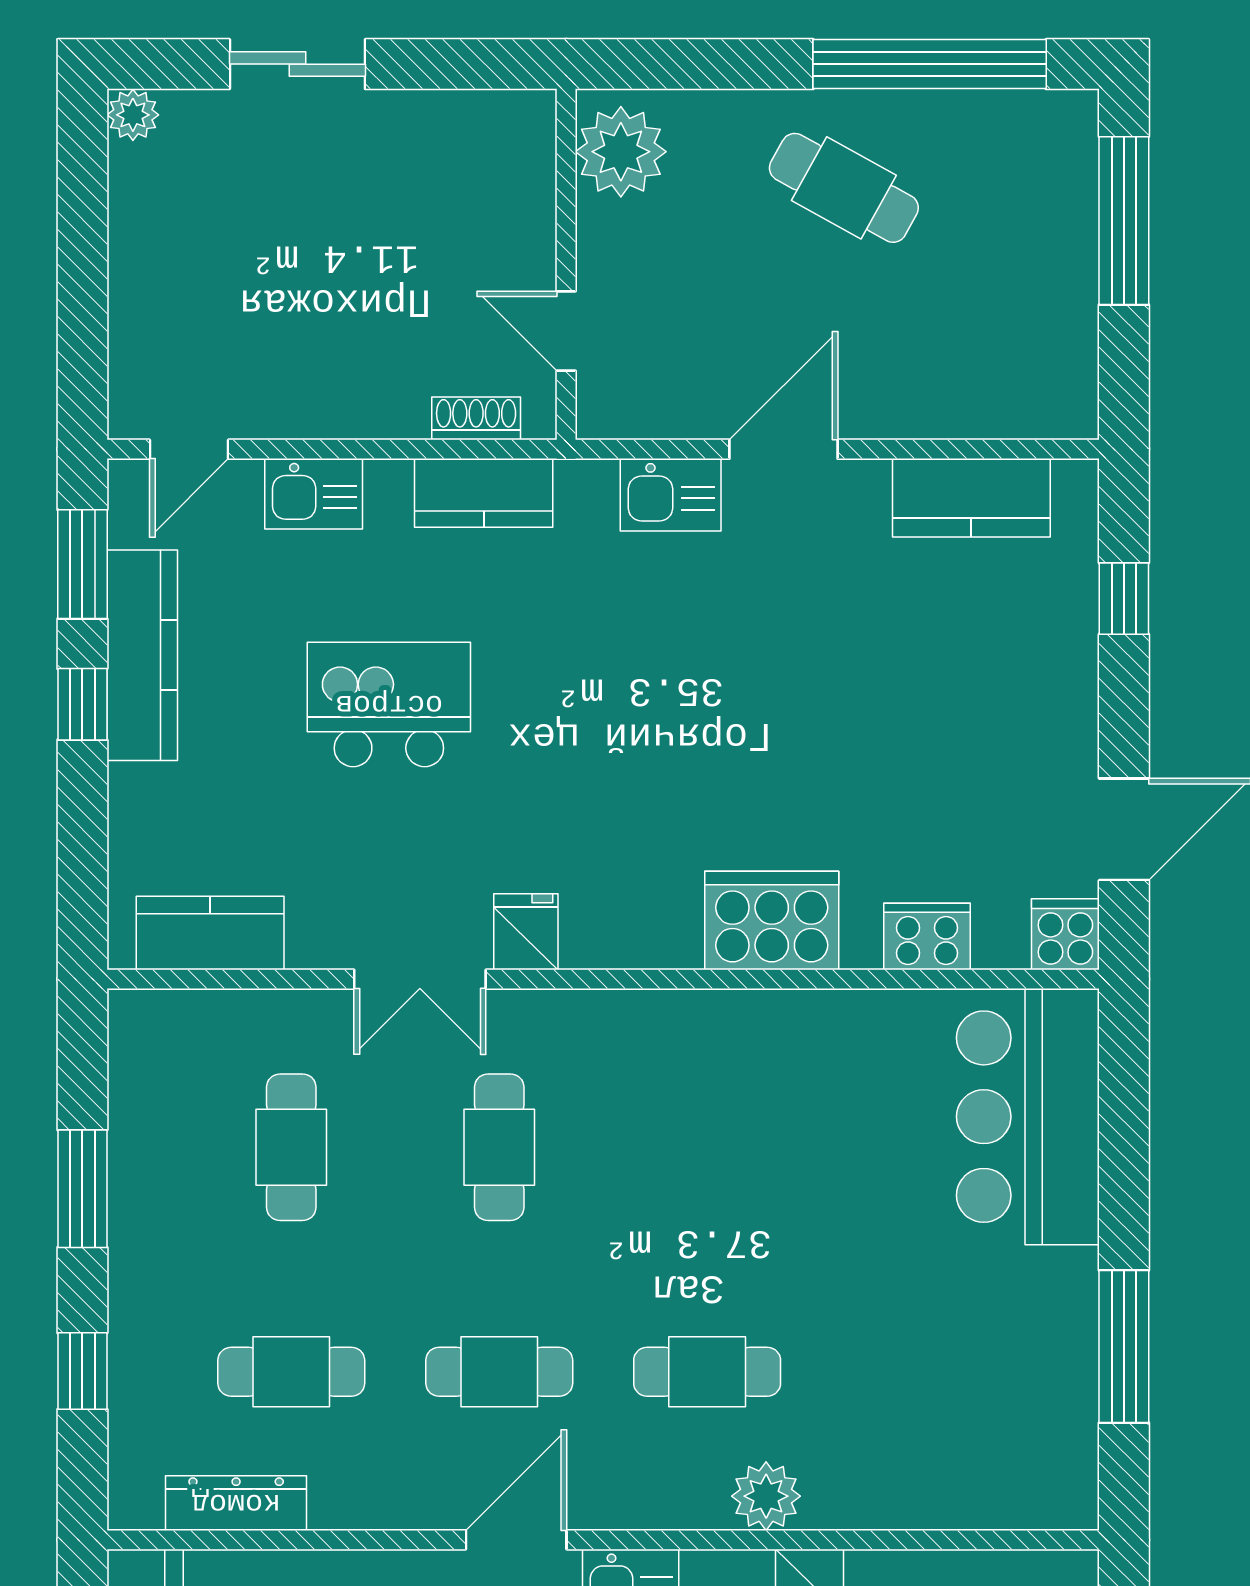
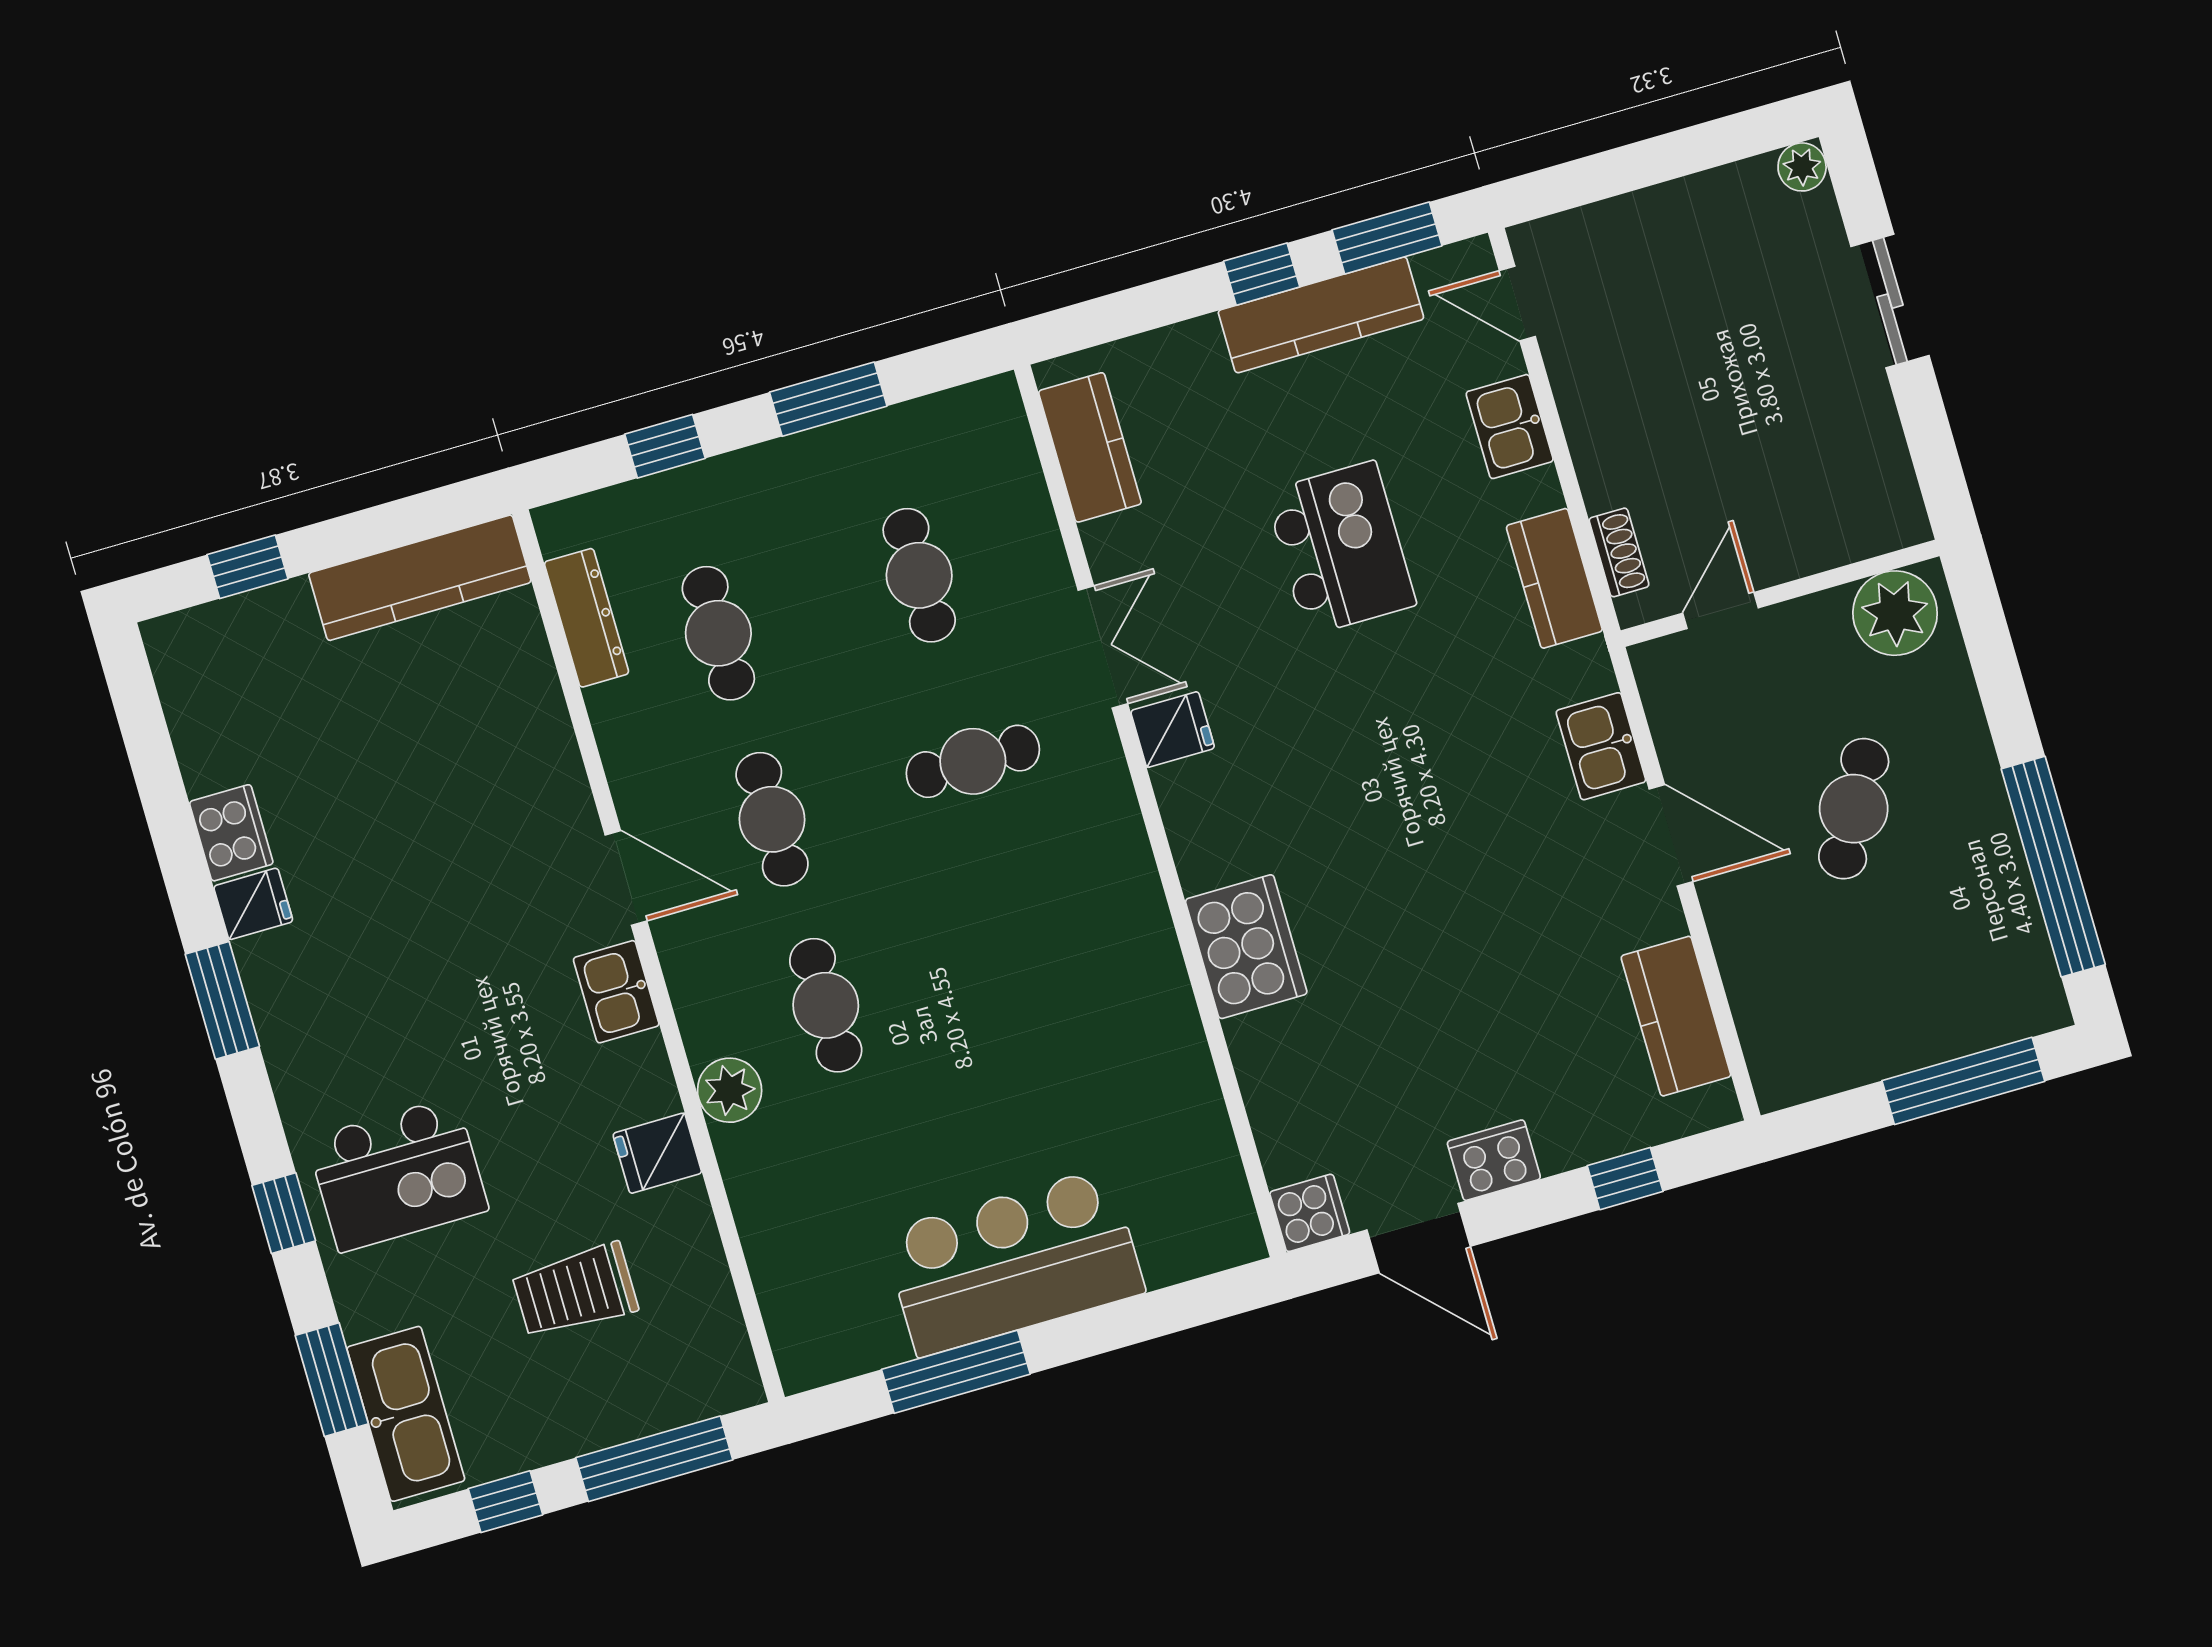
cafe table: (844, 188) -> (1854, 809), moved
cooker: (927, 936) -> (1494, 1160), moved, turned -90
double door: (420, 979) -> (1103, 647), swing flipped
bar counter: (1028, 1117) -> (1014, 1262), moved
cafe table: (291, 1147) -> (919, 575), turned 90

